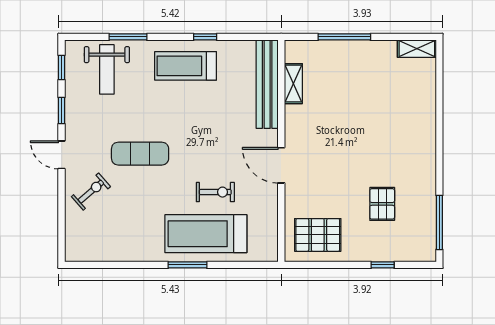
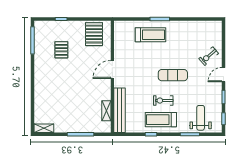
treadmill: (185, 66) -> (161, 120), turned 180
exercise mat: (140, 154) -> (173, 75), moved
door: (62, 155) -> (224, 75), swing flipped
door: (281, 165) -> (112, 69), swing flipped
exercise bike: (215, 192) -> (163, 101), moved
treadmill: (206, 234) -> (151, 35), width x0.73, depth x0.73
pallet: (318, 235) -> (94, 34), turned 90

